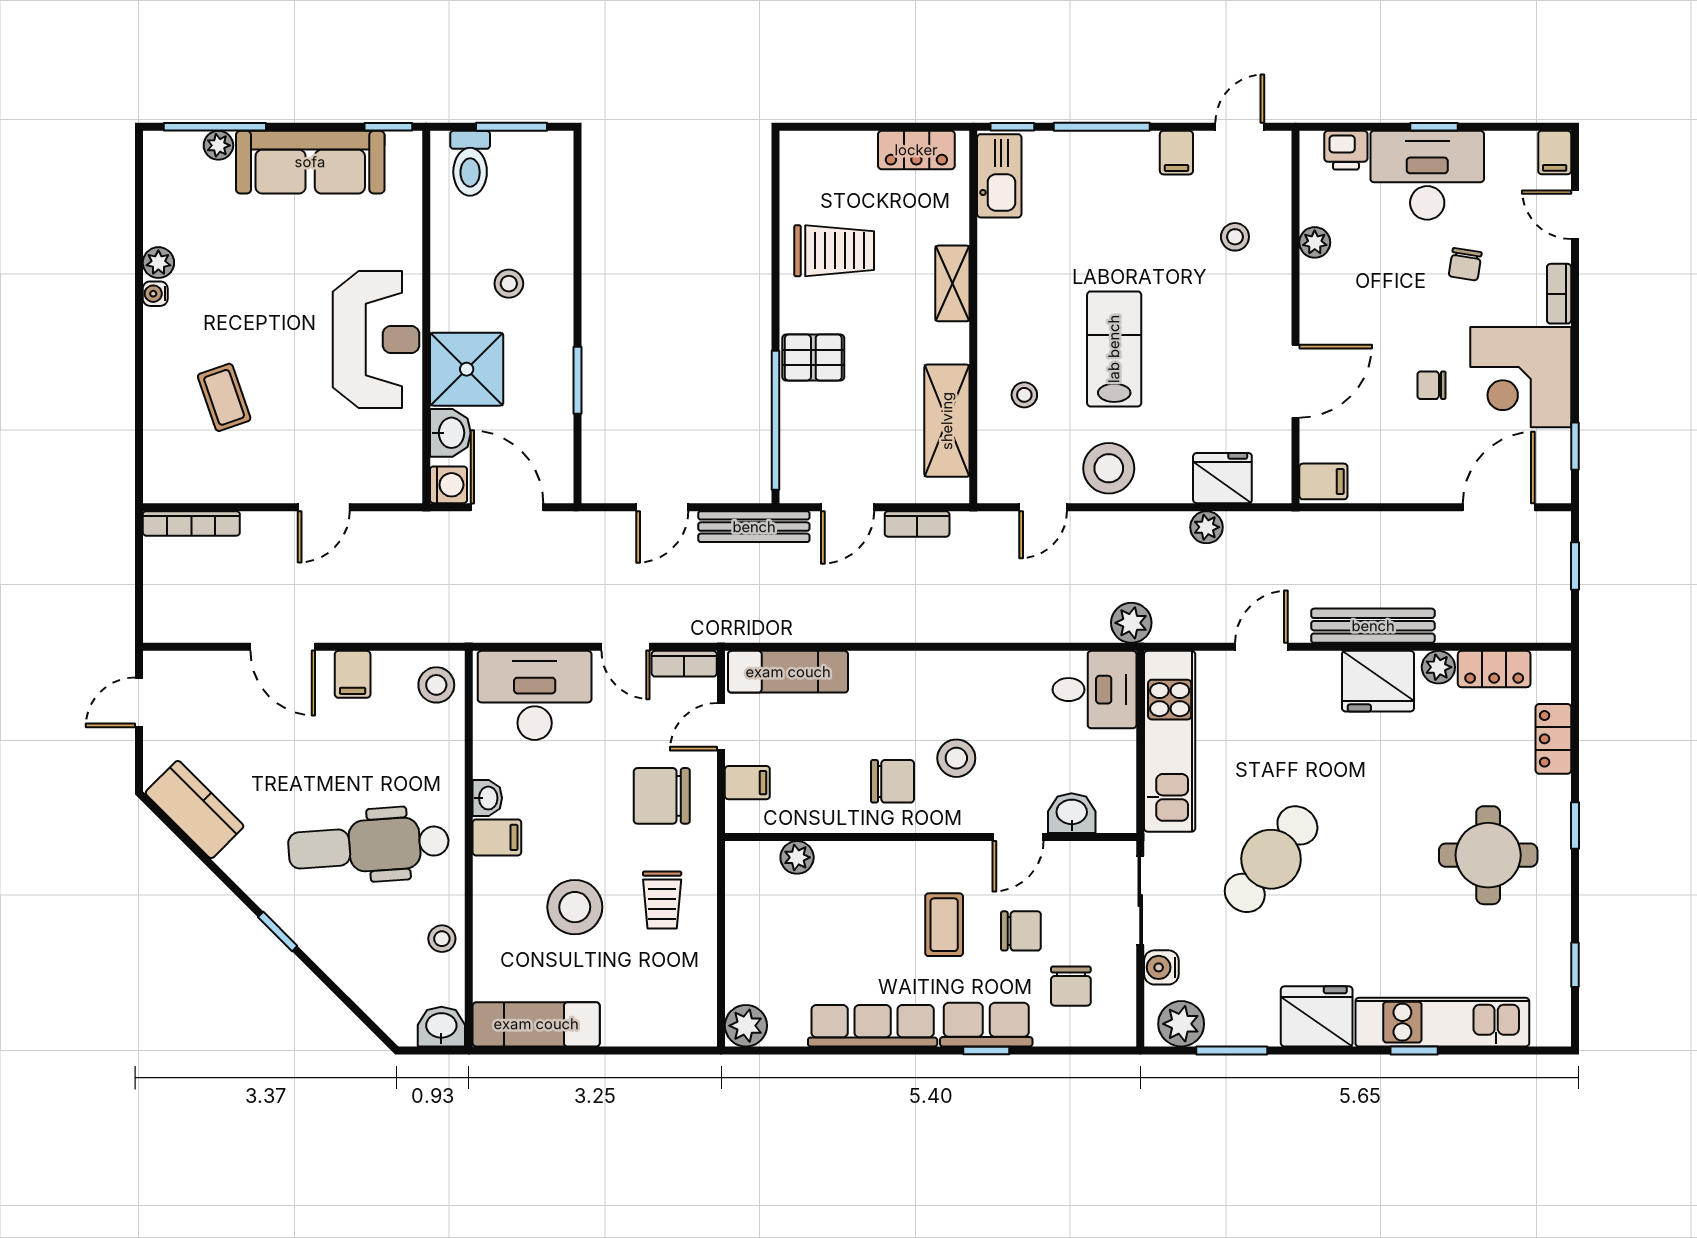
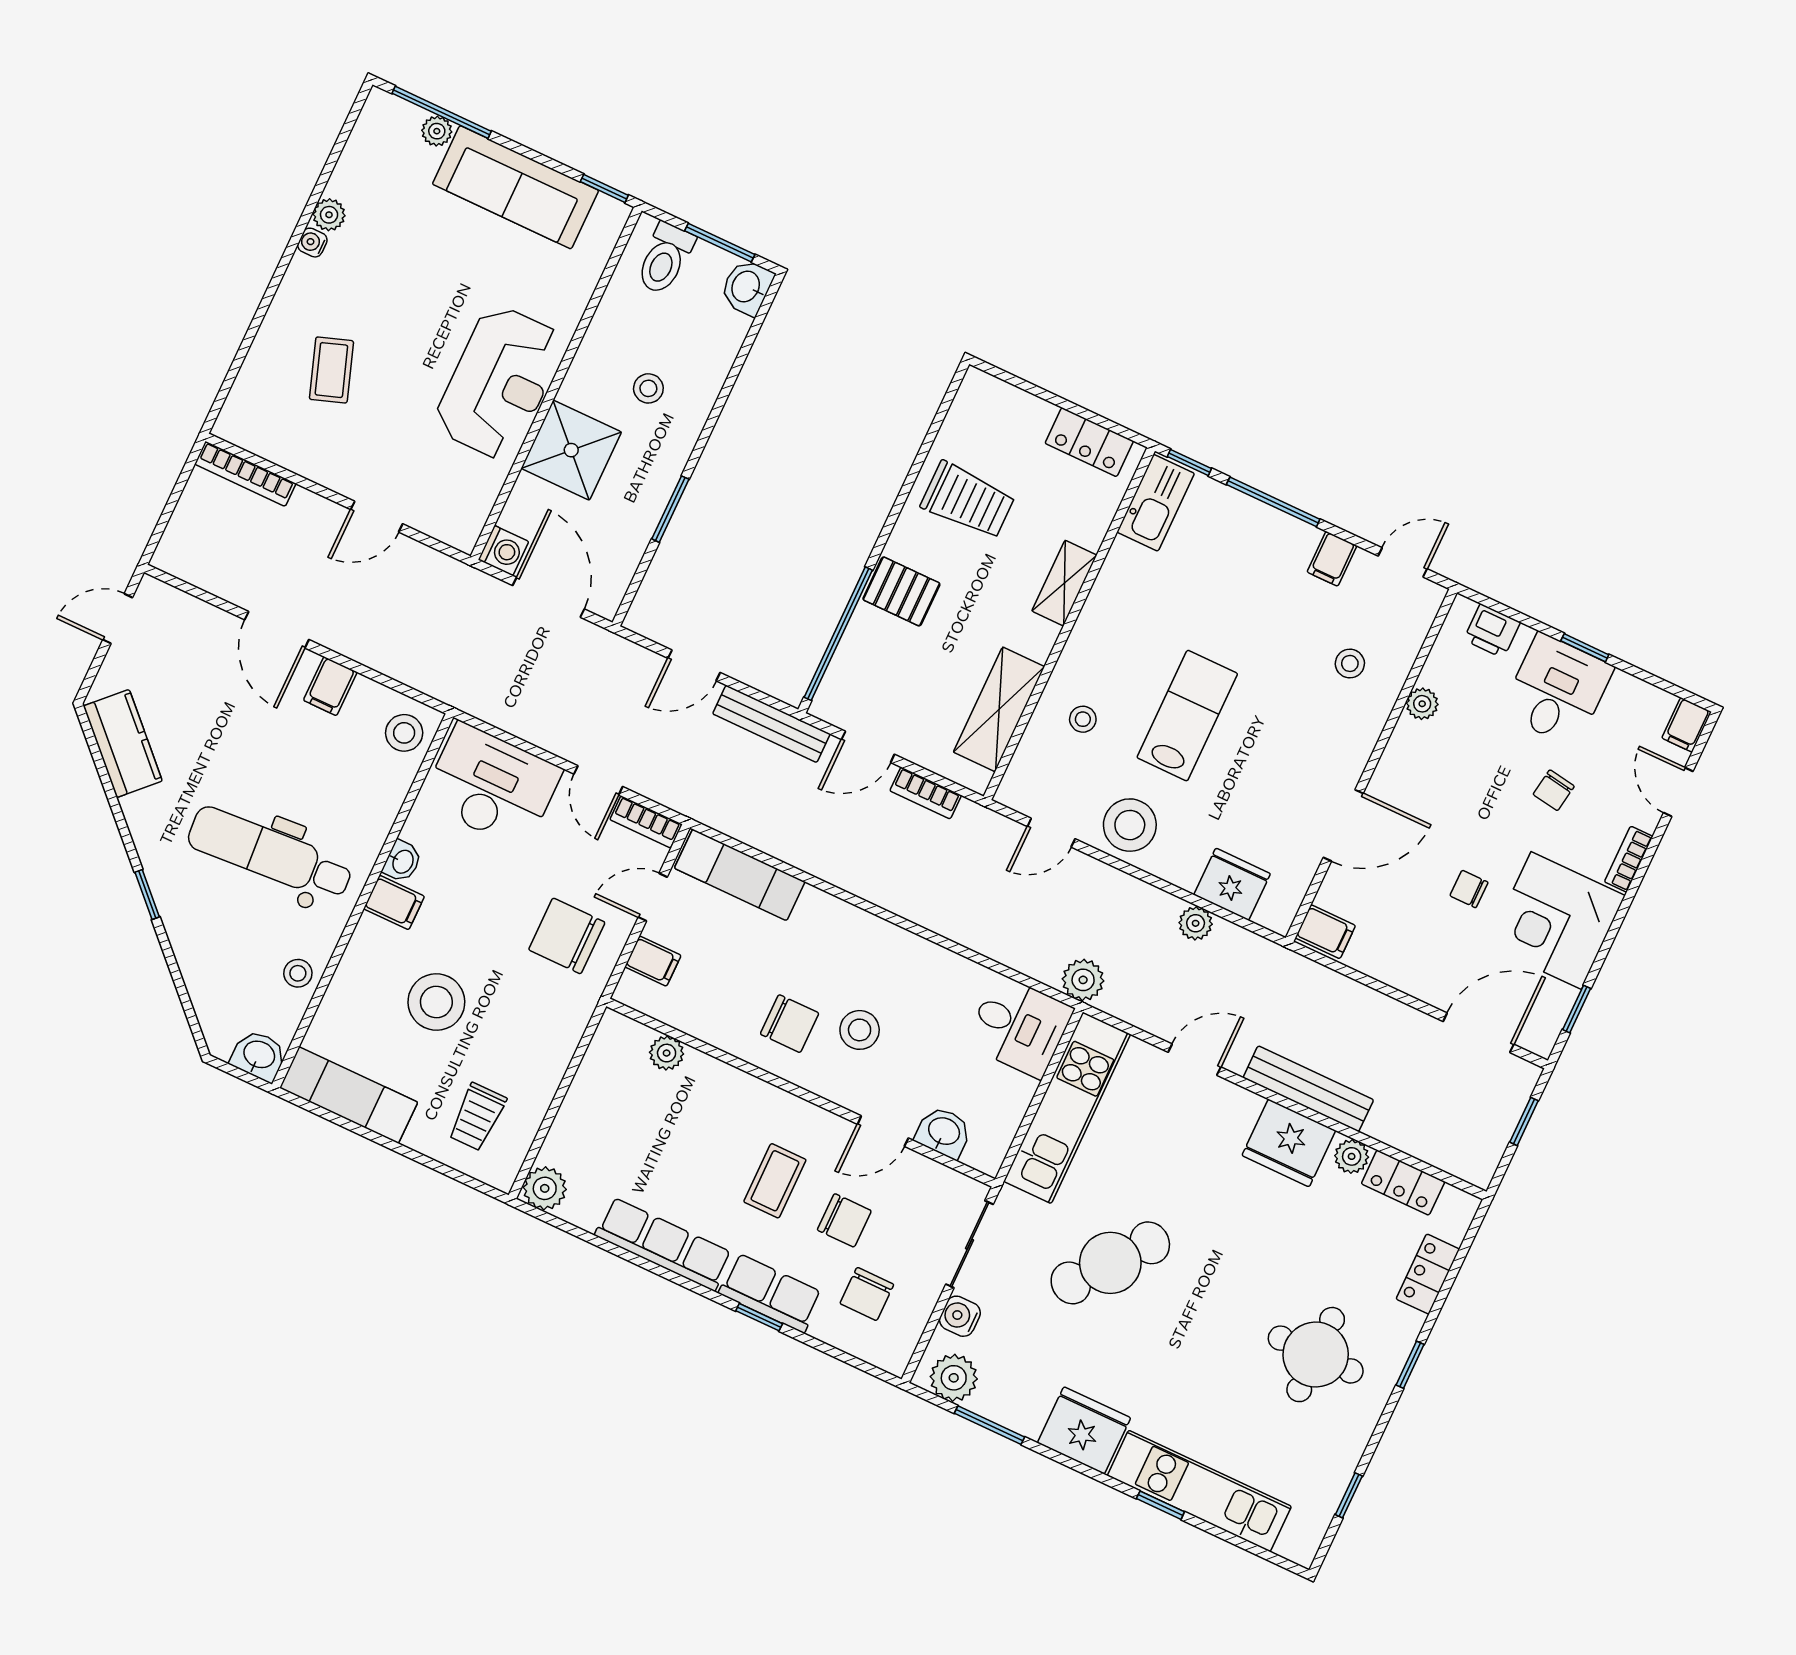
desk: (1427, 175) -> (1557, 690), width x0.73
washbasin: (450, 433) -> (747, 287), moved, turned 180
trolley: (662, 900) -> (477, 1117), moved

